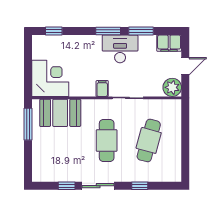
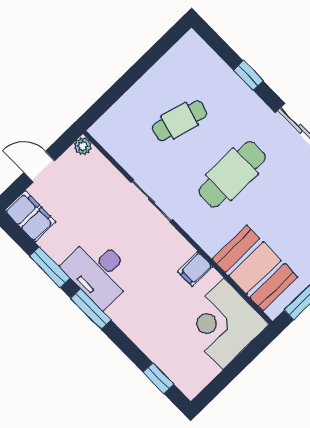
plant: (172, 87) -> (83, 146), width x0.53, depth x0.53
filing cabinet: (102, 89) -> (195, 269), moved
cafe table: (149, 140) -> (180, 121), width x0.73, depth x0.74

